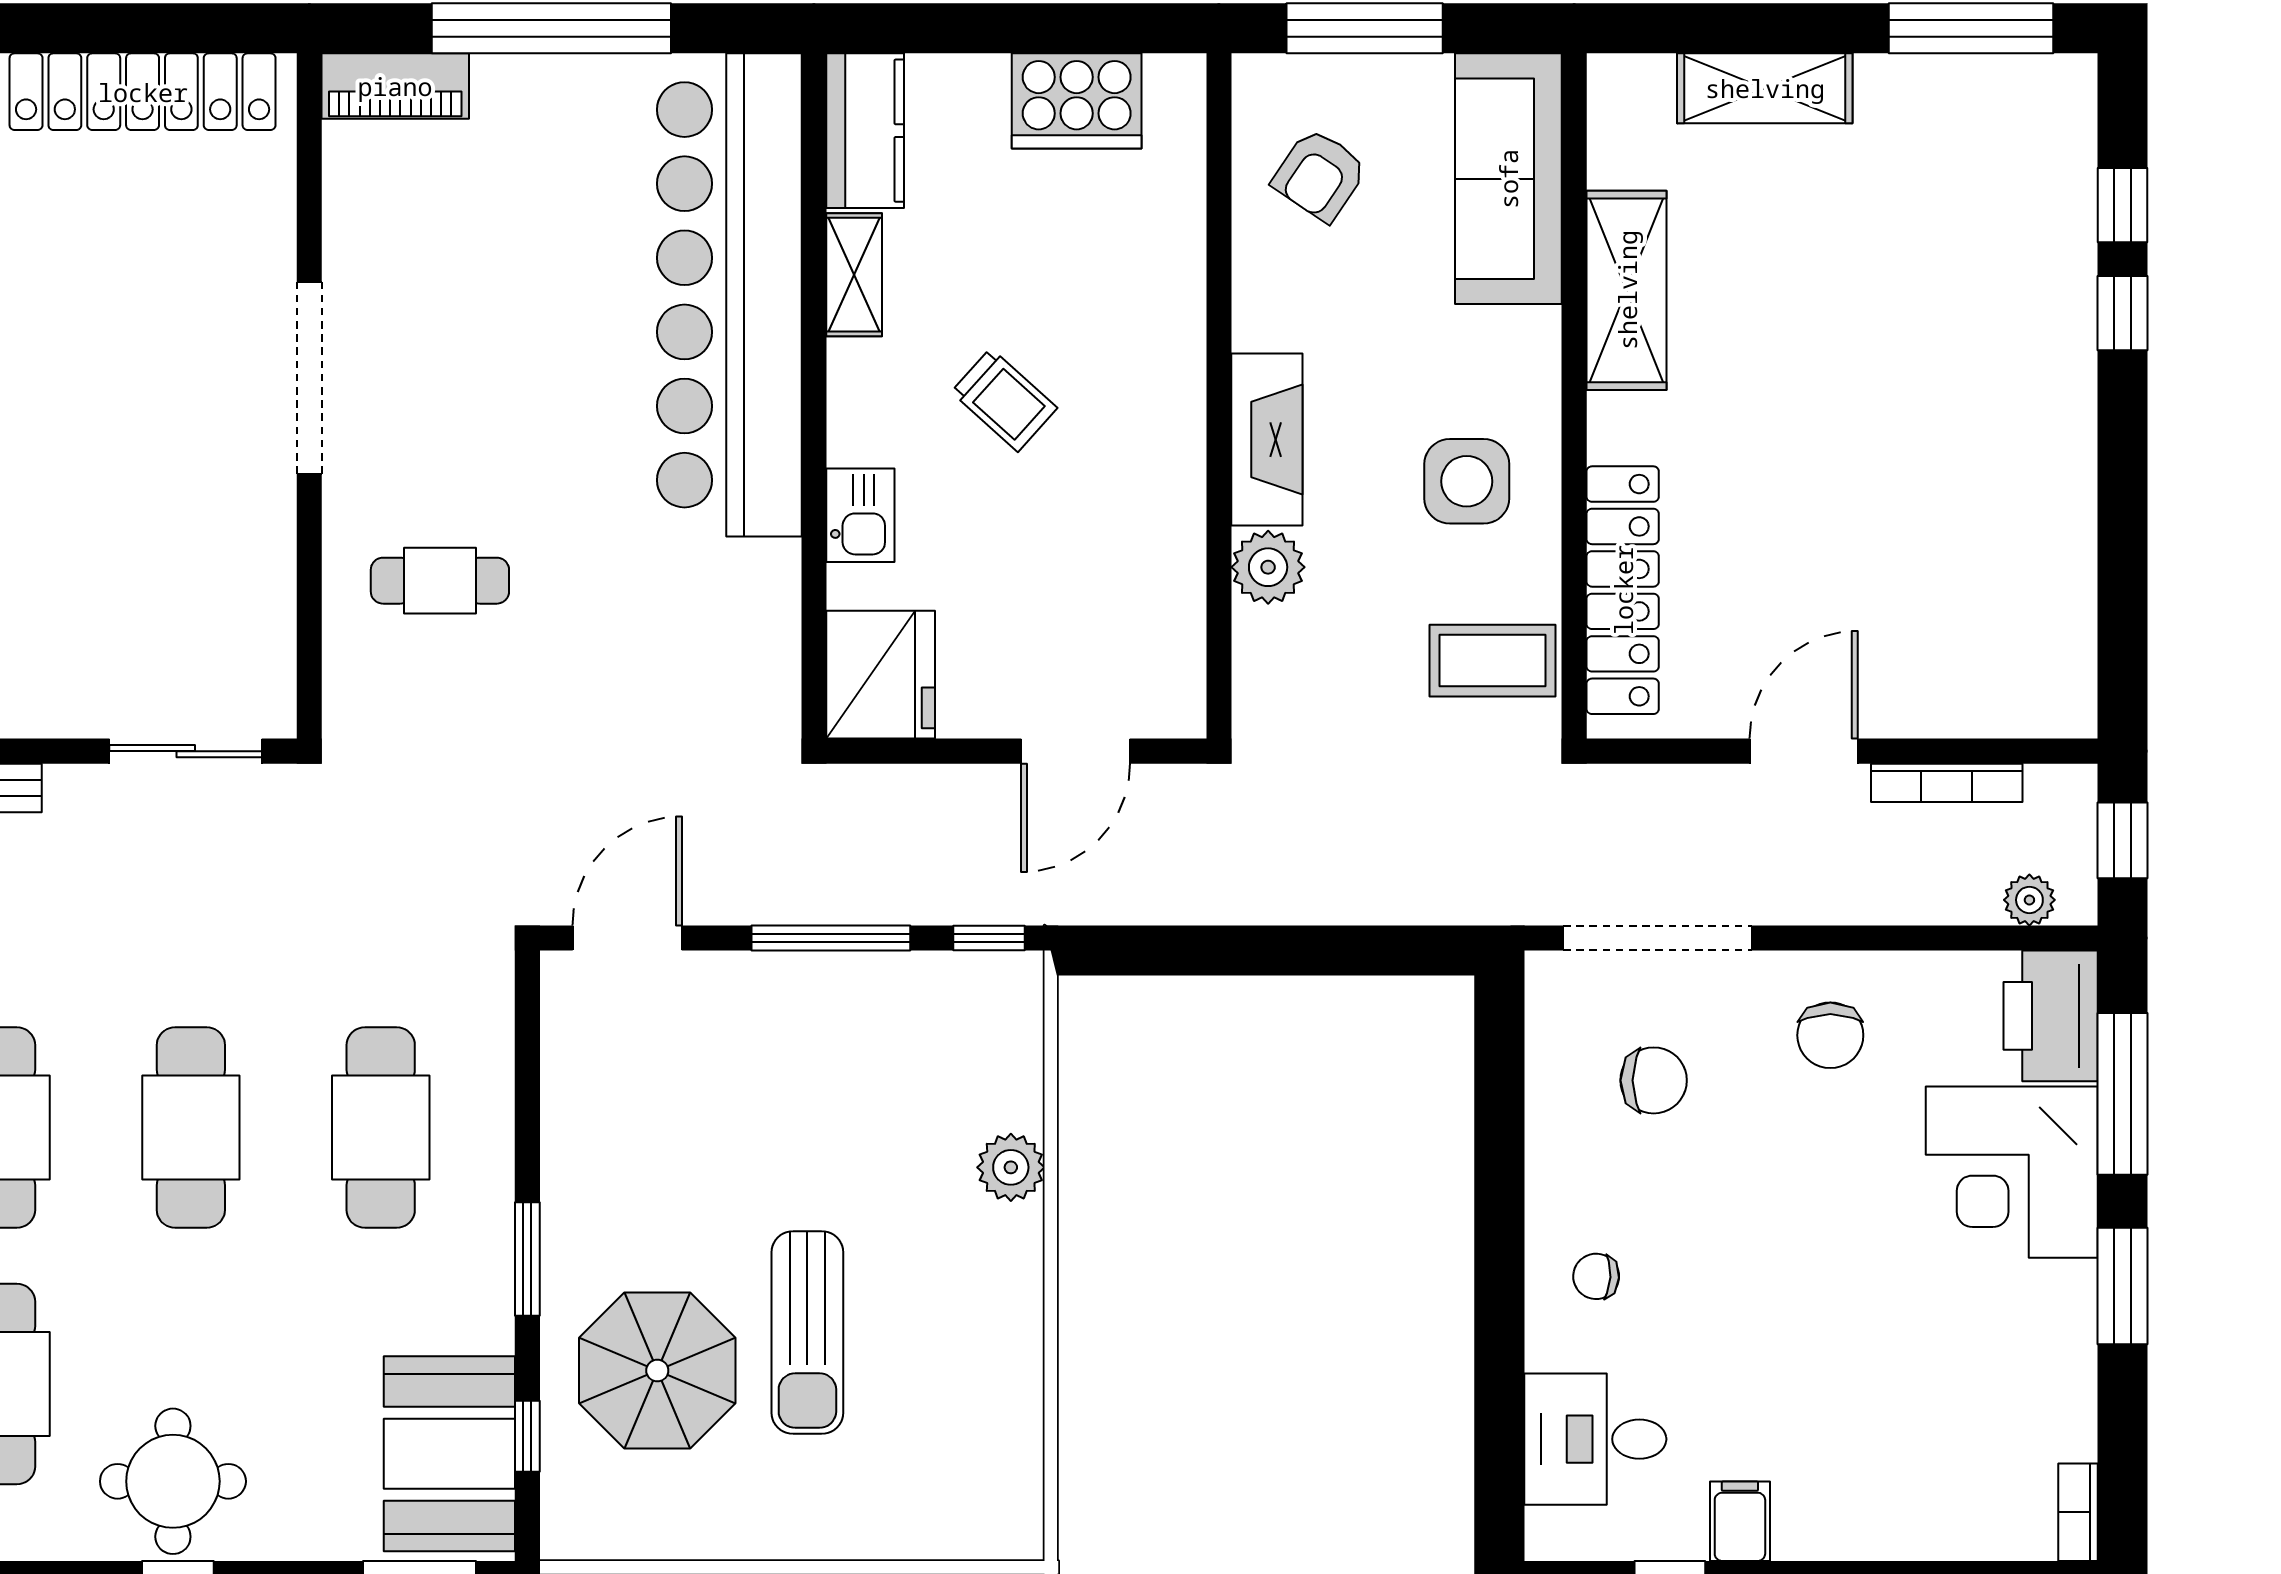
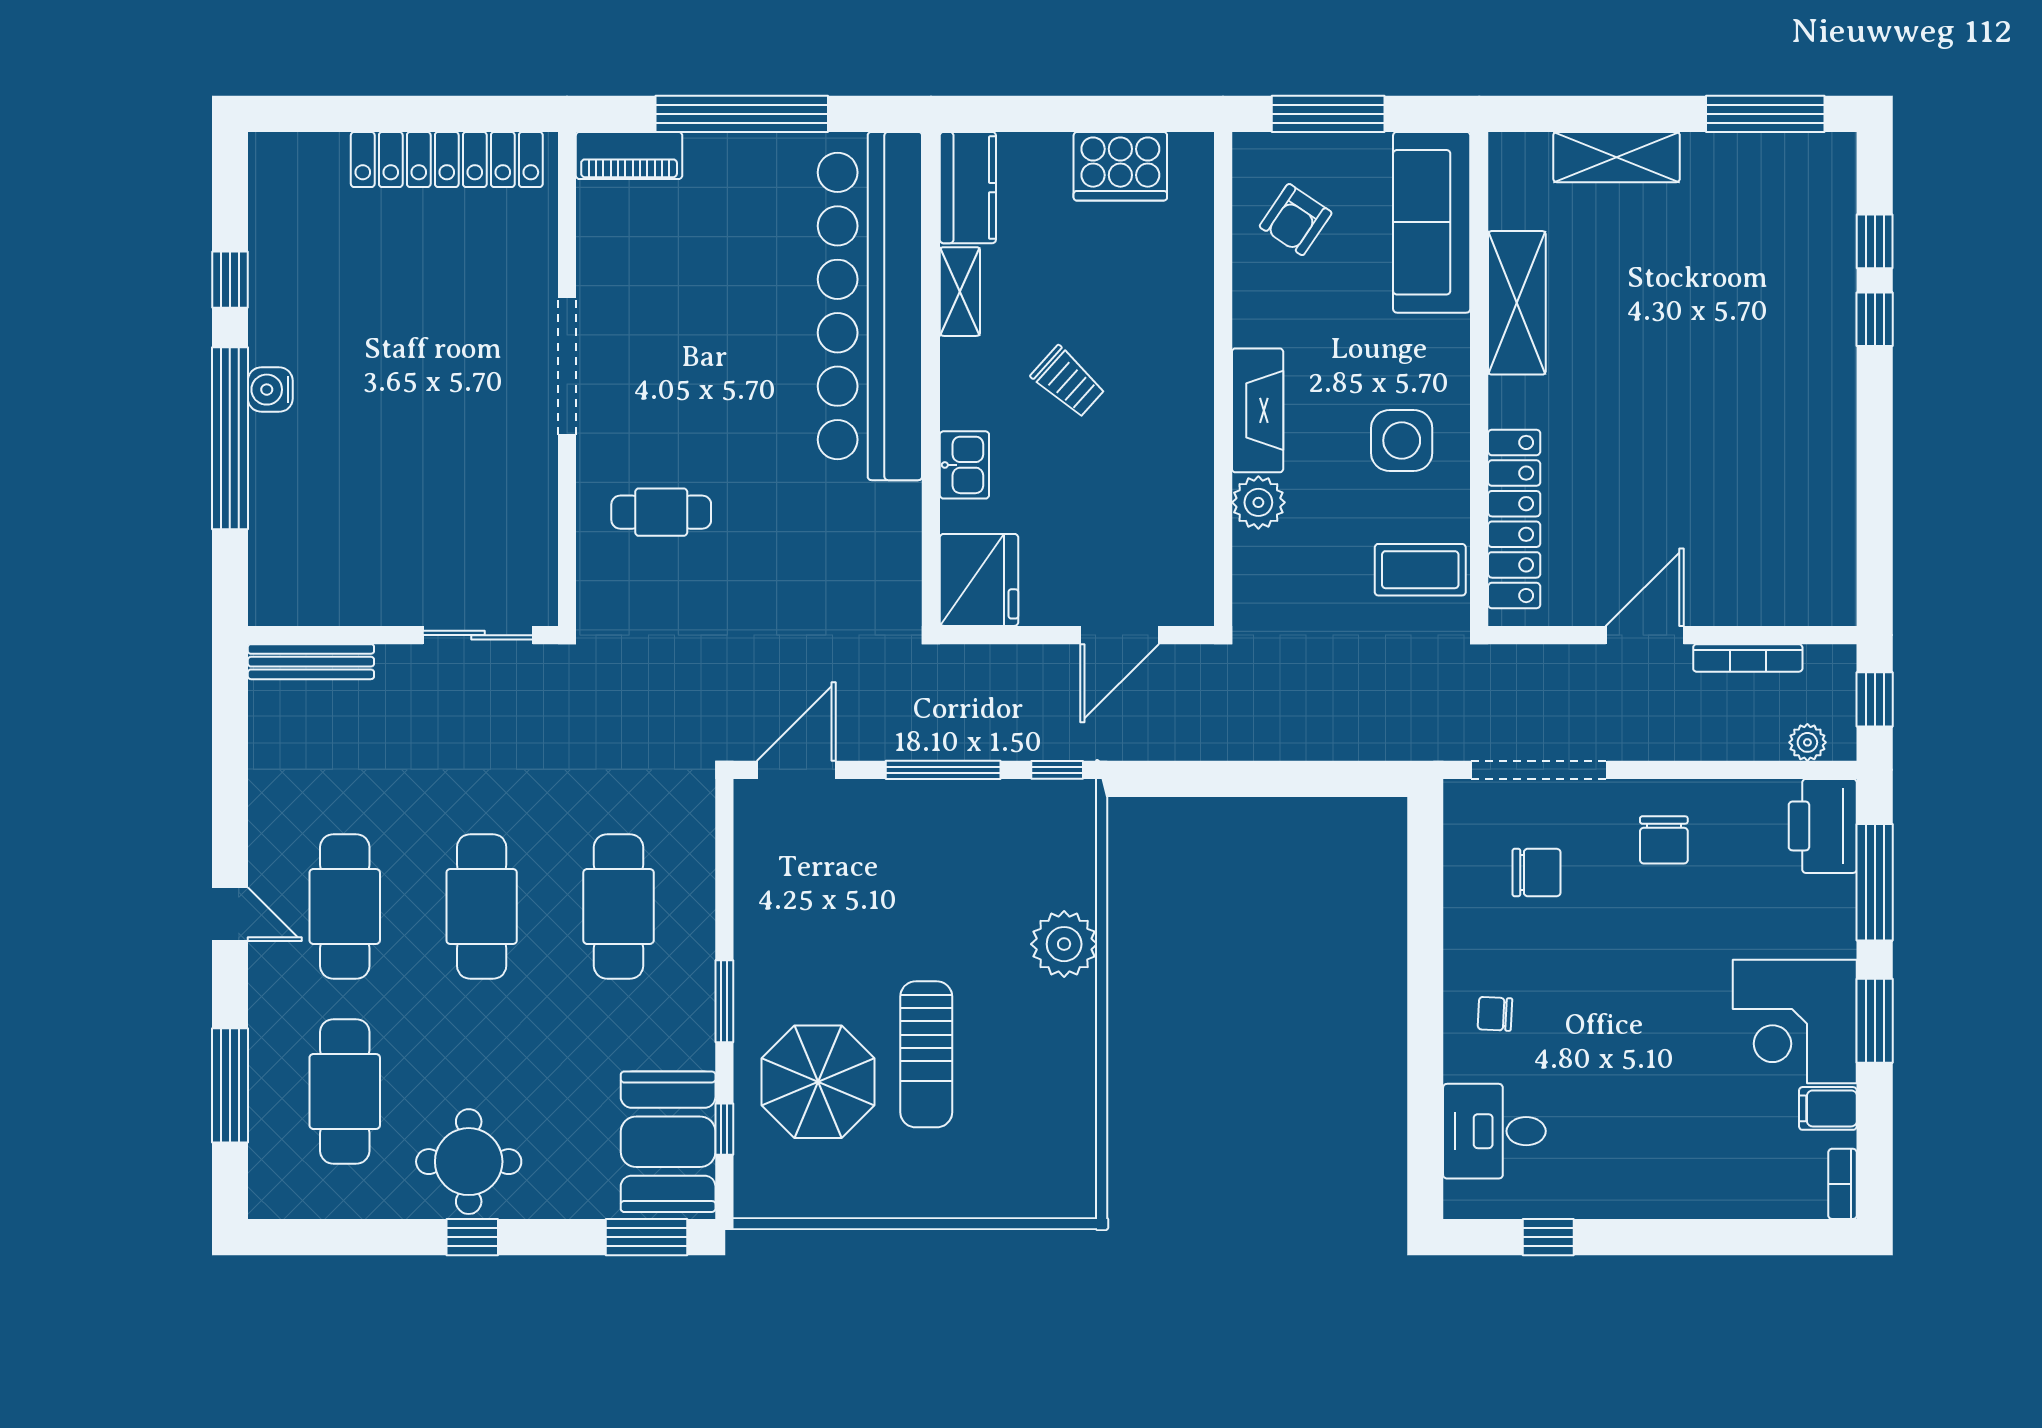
plant: (1011, 1167) -> (1064, 944), width x1.36, depth x1.36
corner desk: (2012, 1172) -> (1795, 1021), moved
filing cabinet: (1740, 1521) -> (1828, 1108), moved, turned -90

